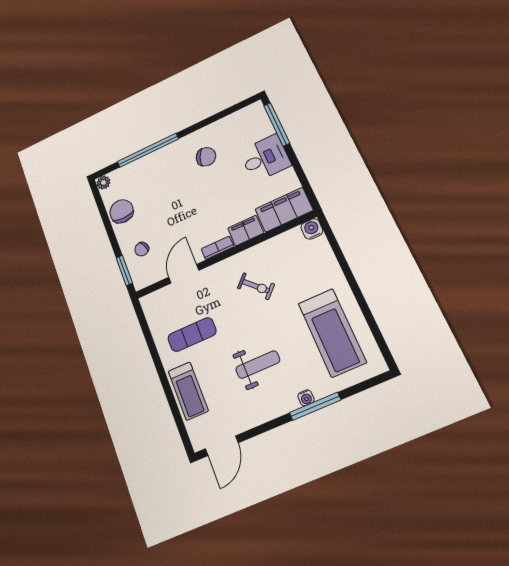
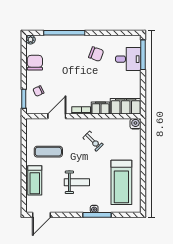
desk: (265, 158) -> (128, 59), moved

